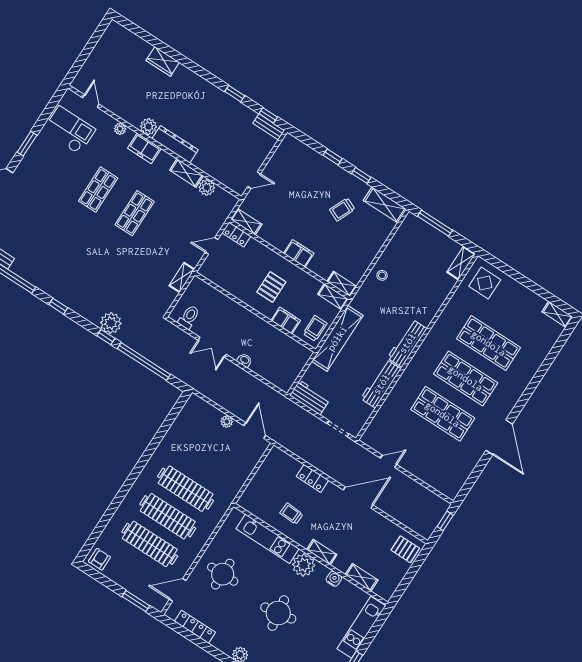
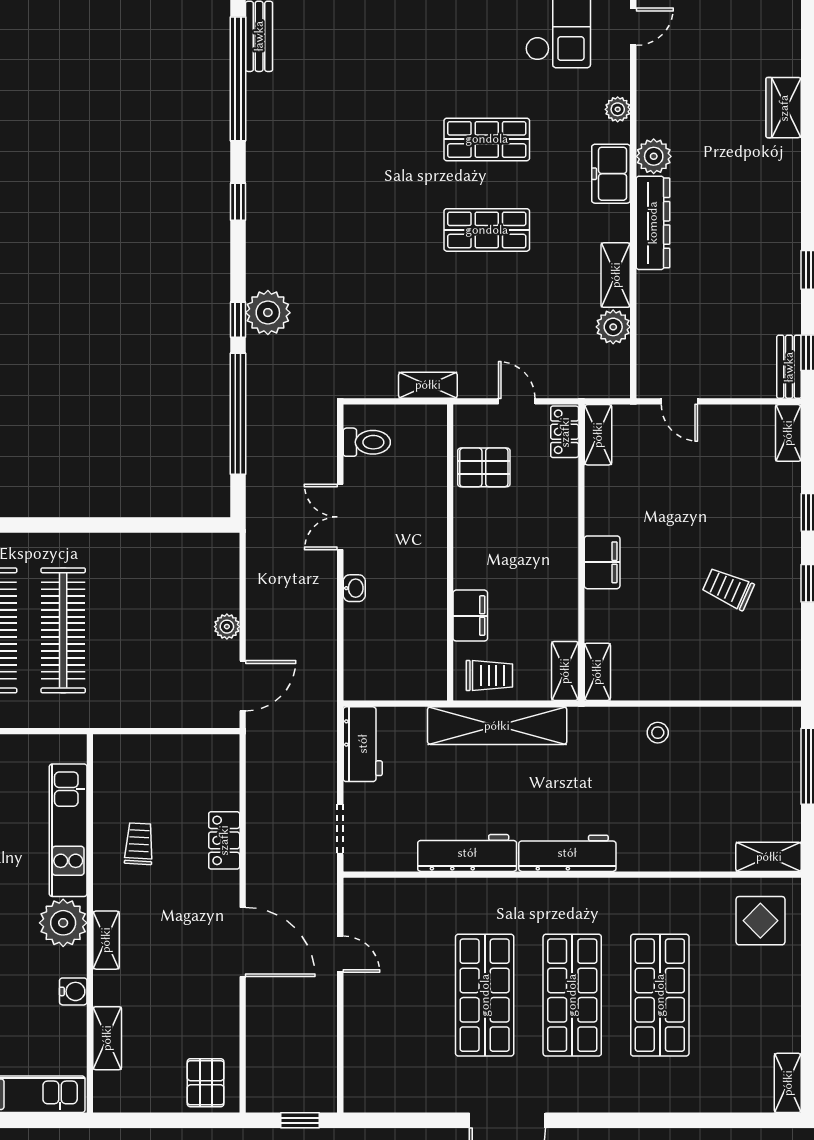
shelving: (385, 205) -> (788, 433), moved, width x0.67, depth x0.75
pallet: (271, 287) -> (484, 467), moved

